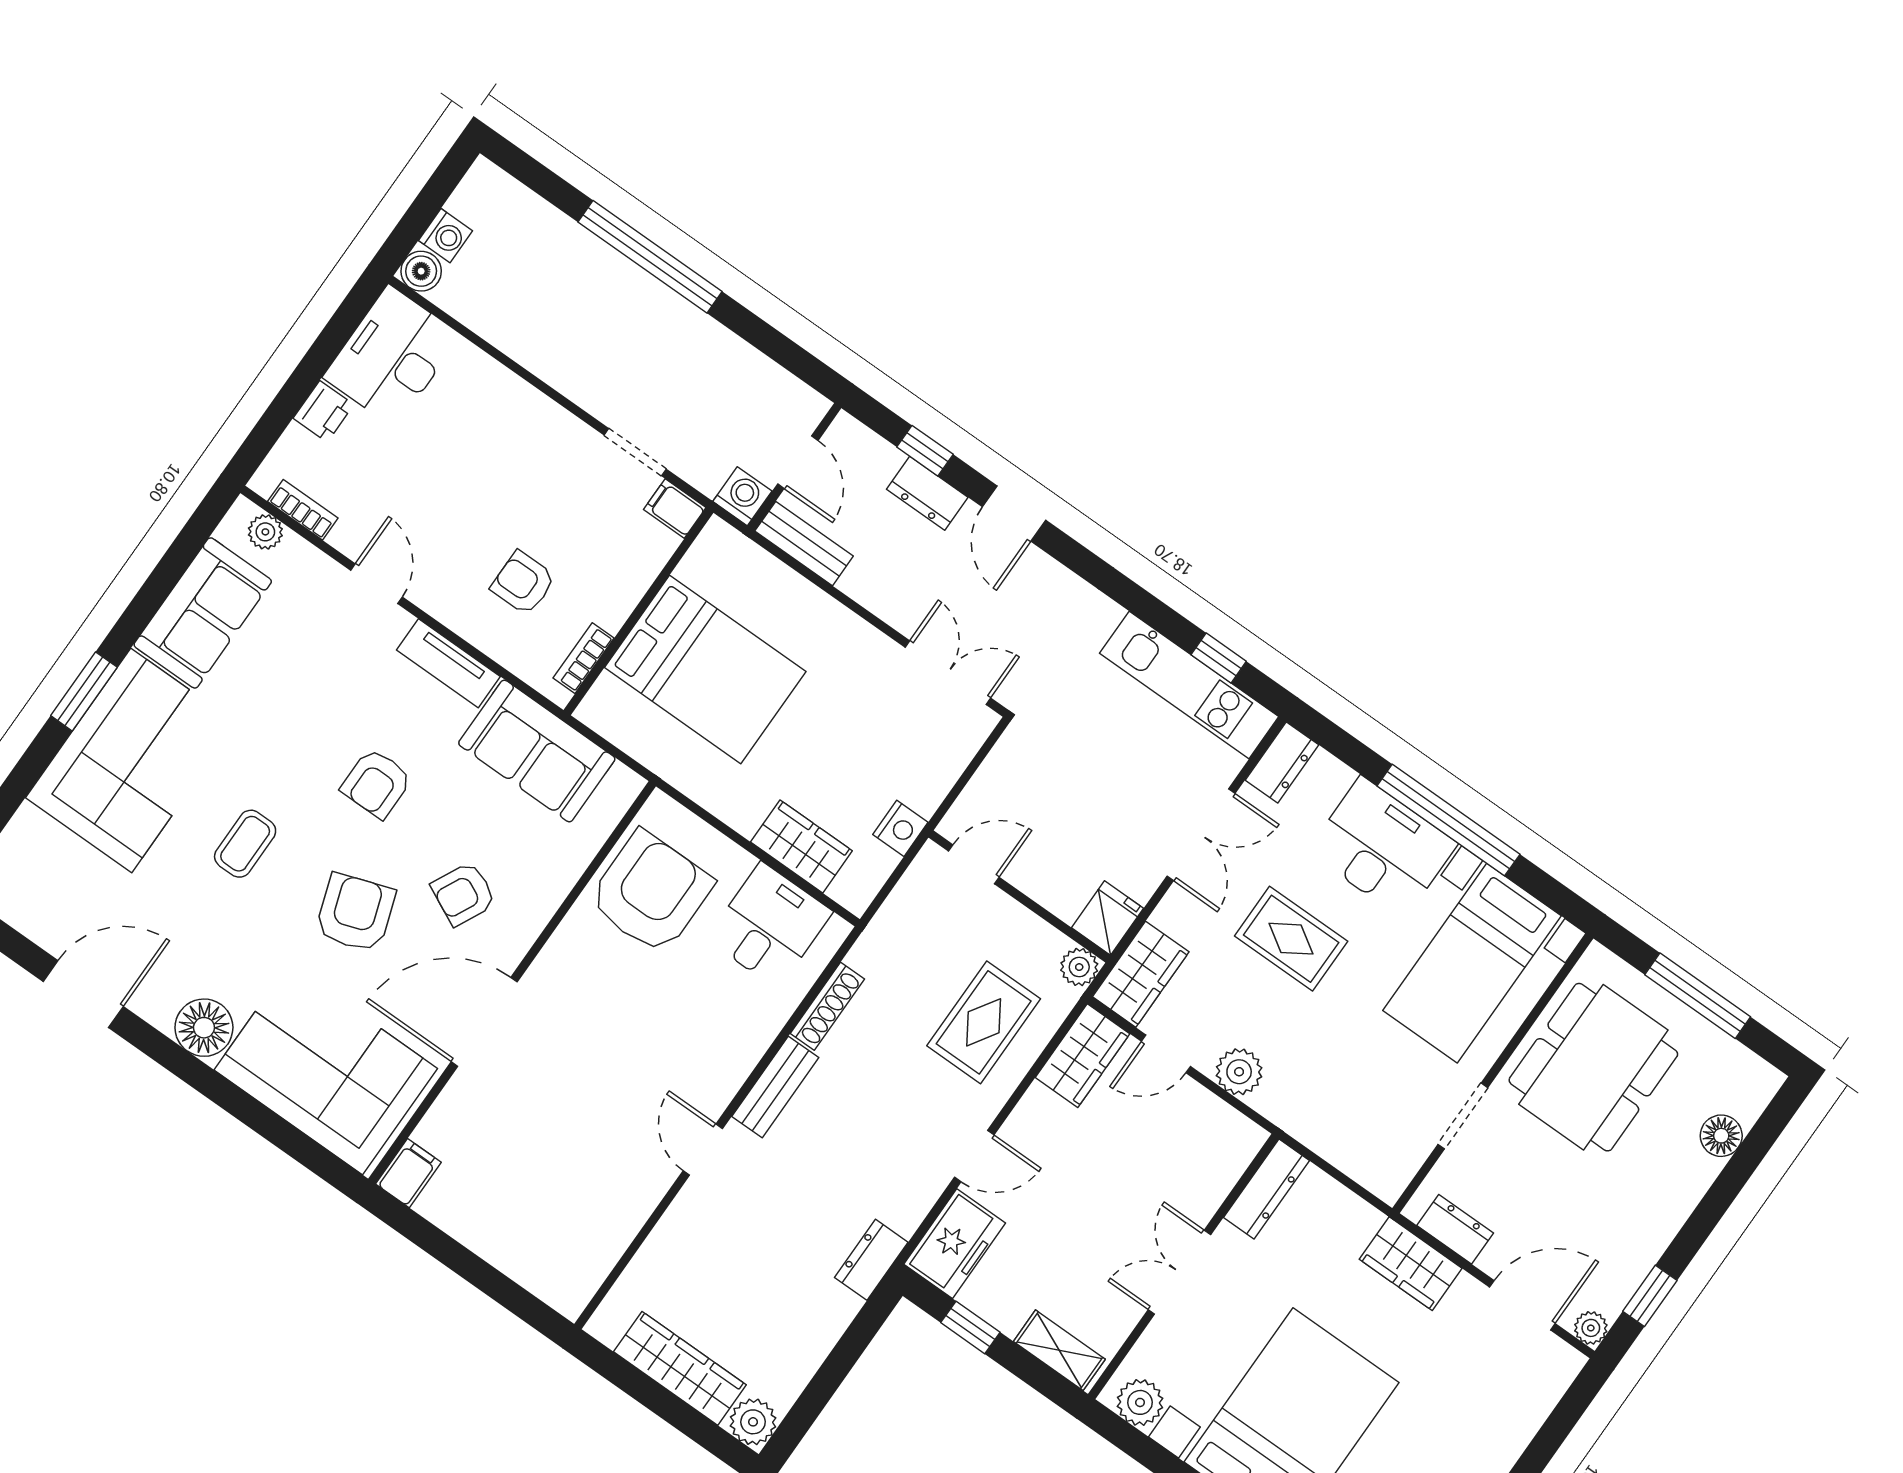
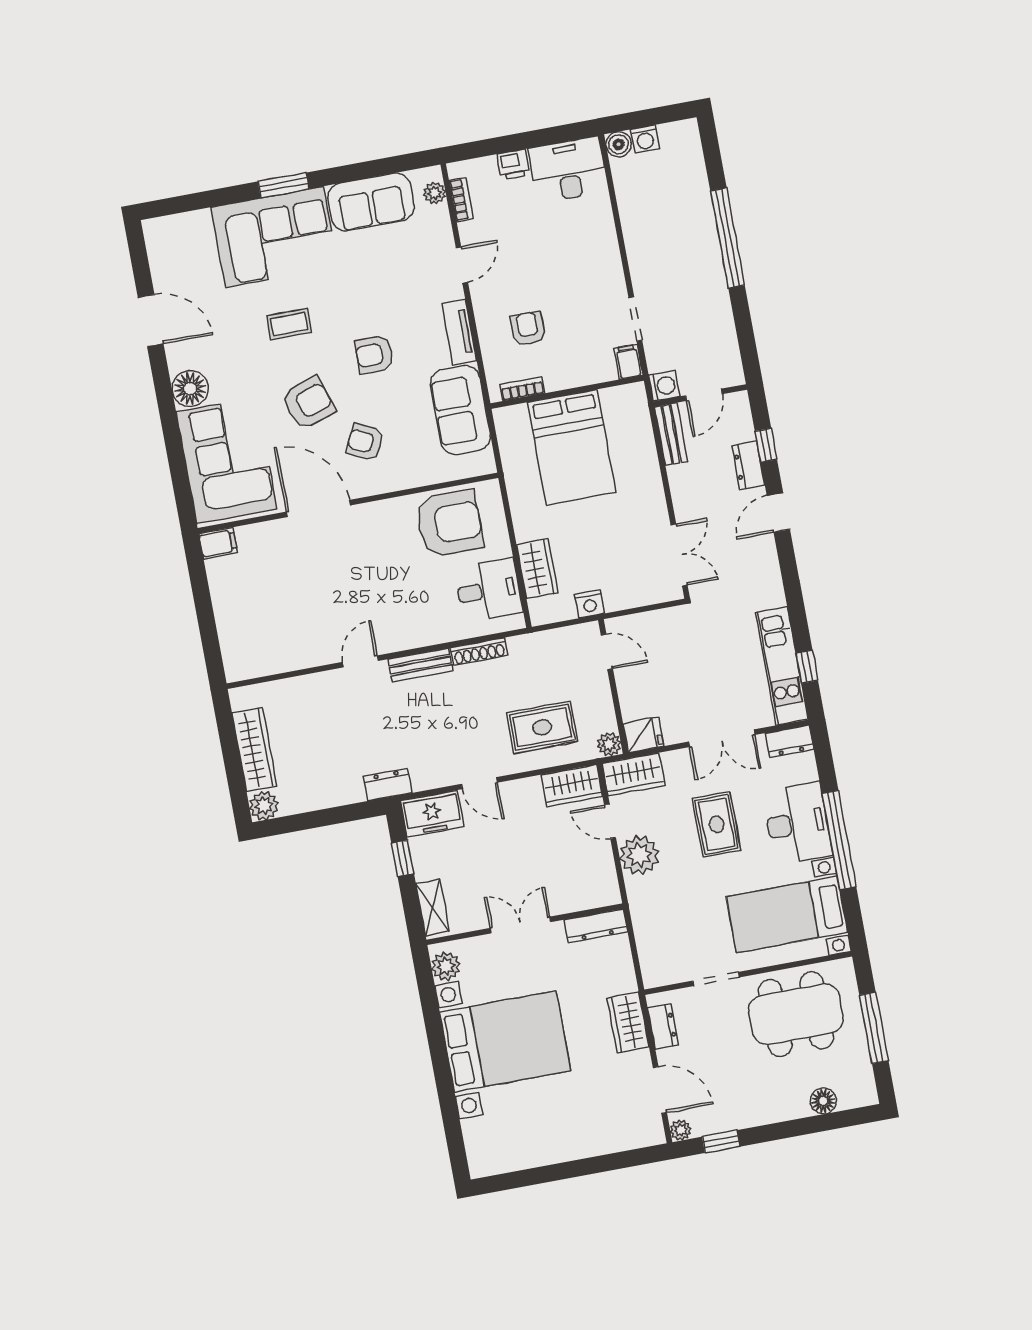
plant: (1239, 1072) -> (639, 855), width x1.36, depth x1.36

